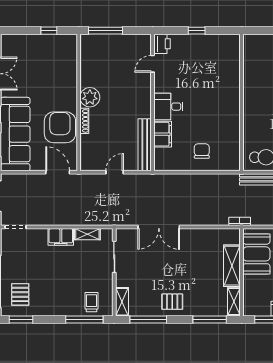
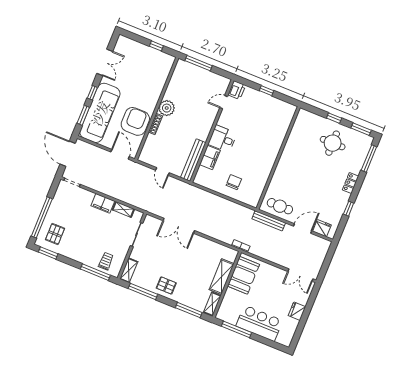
door: (115, 172) -> (162, 172), swing flipped

